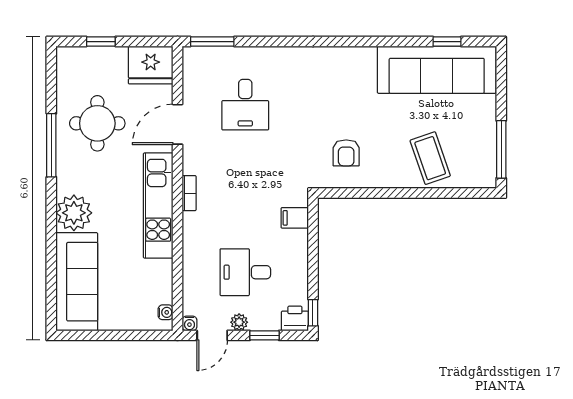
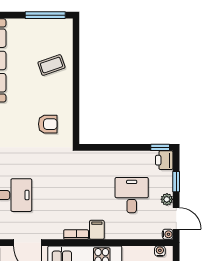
coffee table: (430, 158) -> (51, 65), width x0.73, depth x0.77
filing cabinet: (295, 218) -> (97, 230), moved, turned 180
desk: (245, 272) -> (132, 195), turned 180

